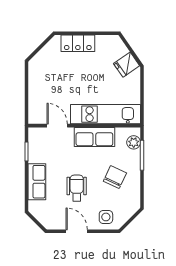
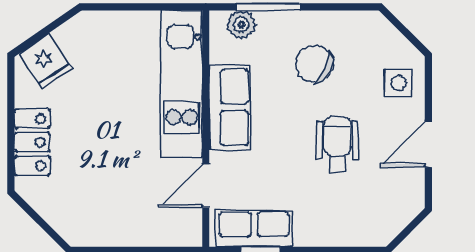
fridge: (127, 65) -> (45, 61), moved
row of seats: (37, 182) -> (254, 229), moved
wheelchair: (77, 188) -> (337, 145), turned 90

